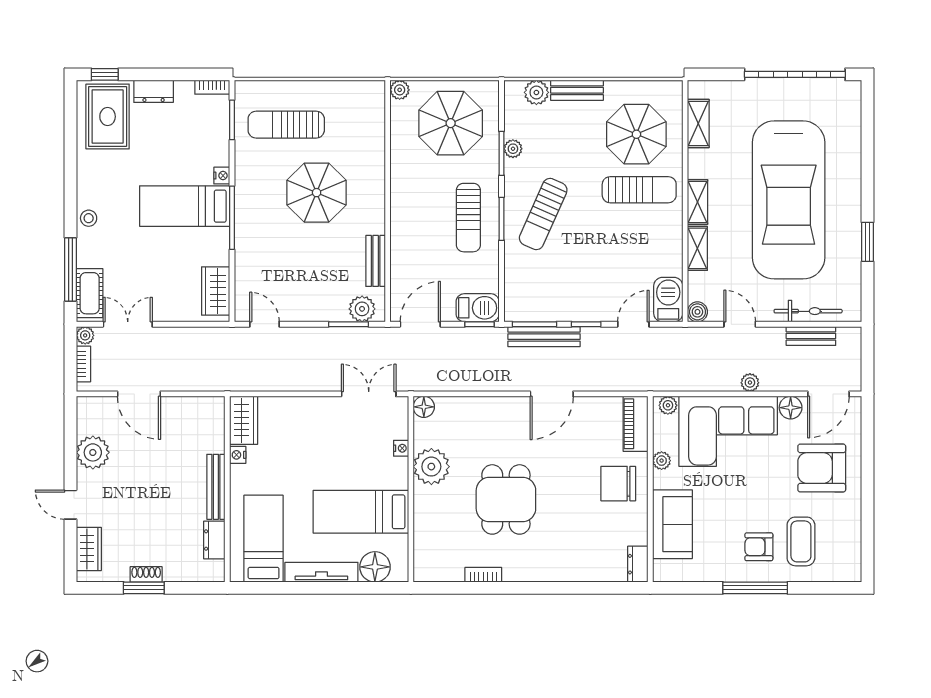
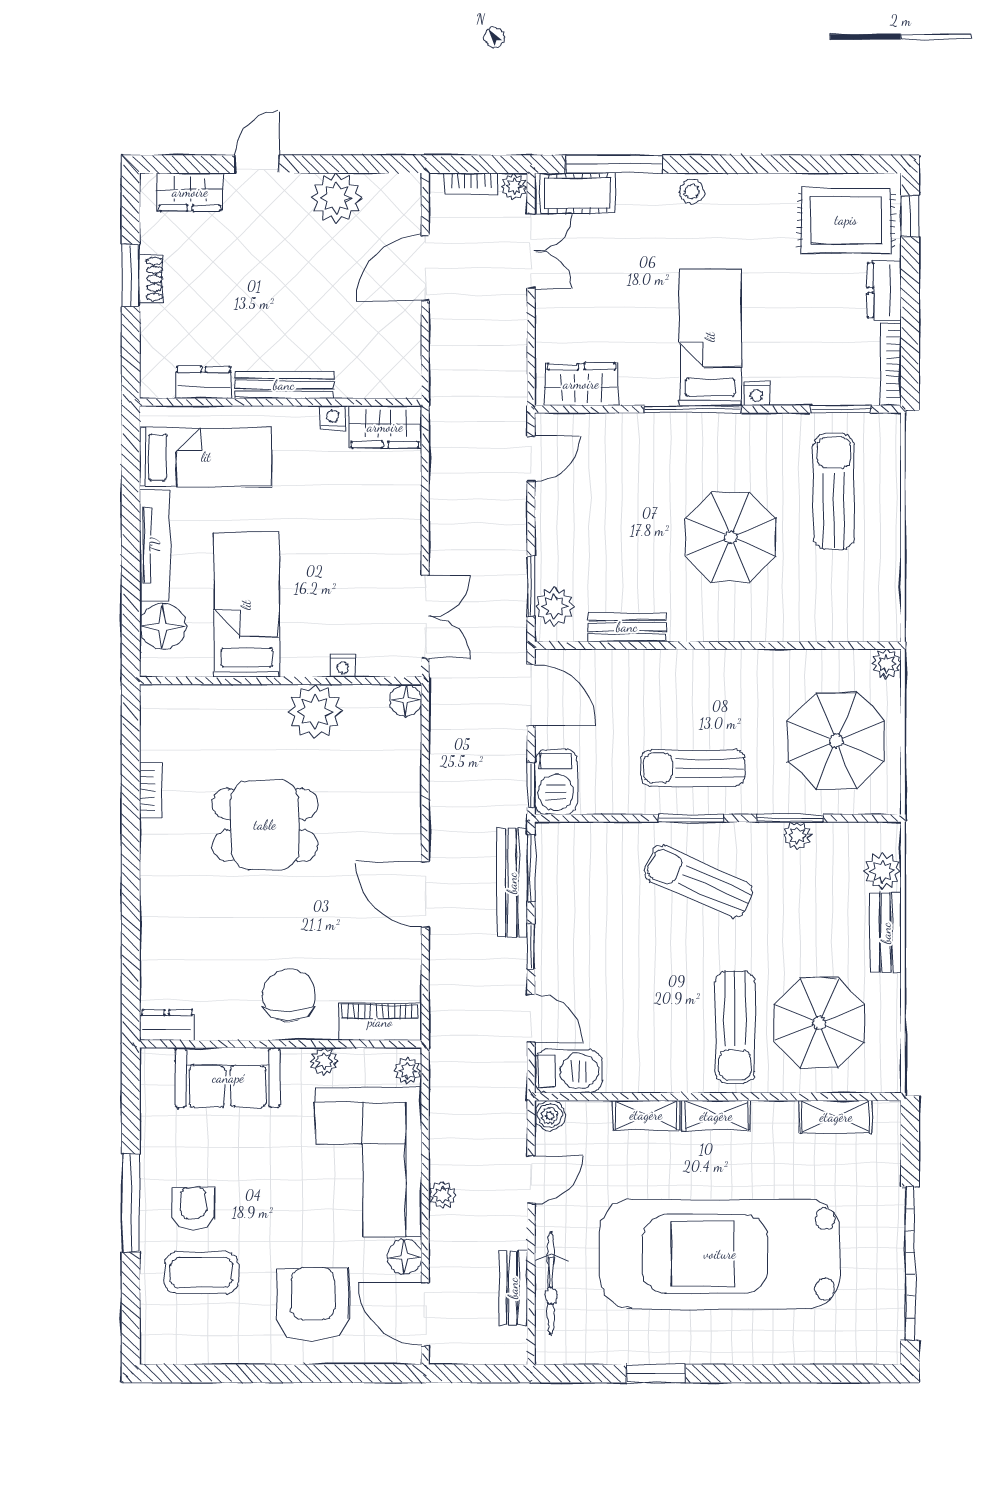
bookcase: (212, 87) -> (891, 364), width x1.56

